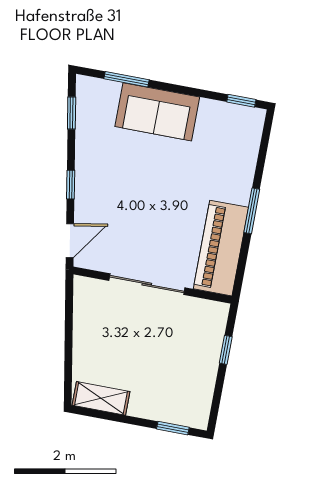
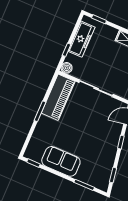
sofa: (157, 112) -> (61, 161), moved
boiler: (217, 313) -> (67, 68), added
freezer: (200, 379) -> (81, 39), added

